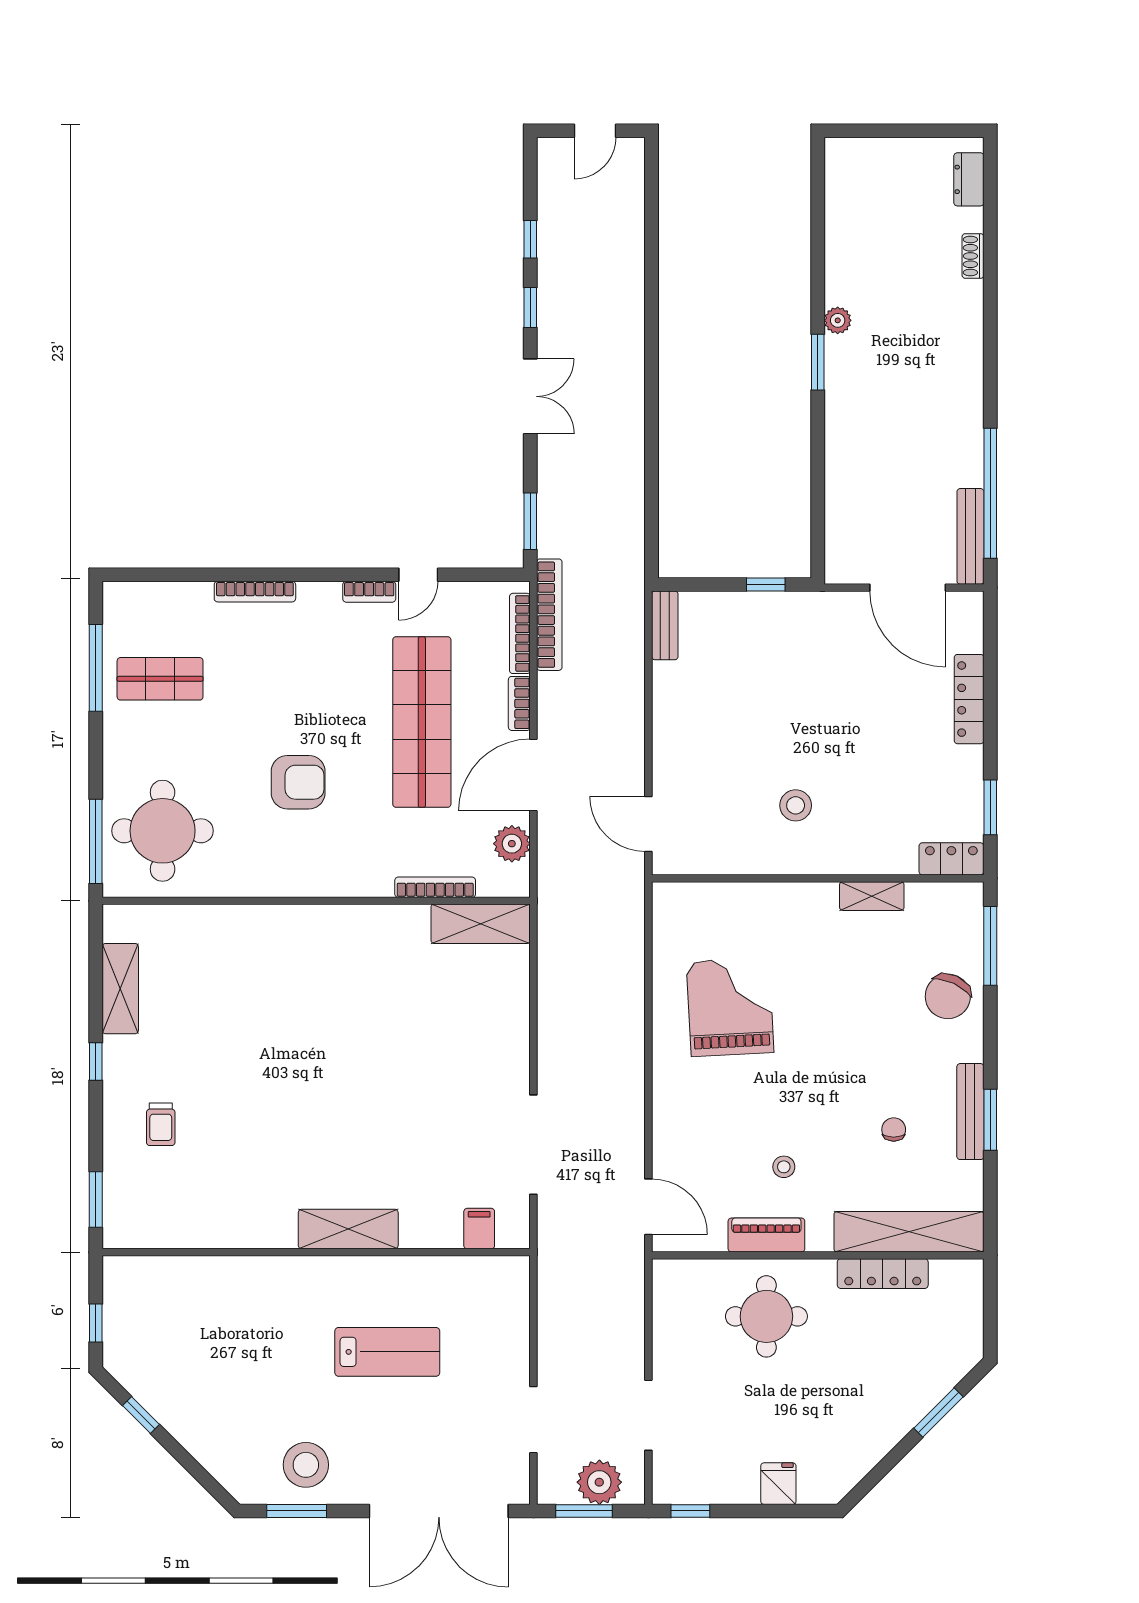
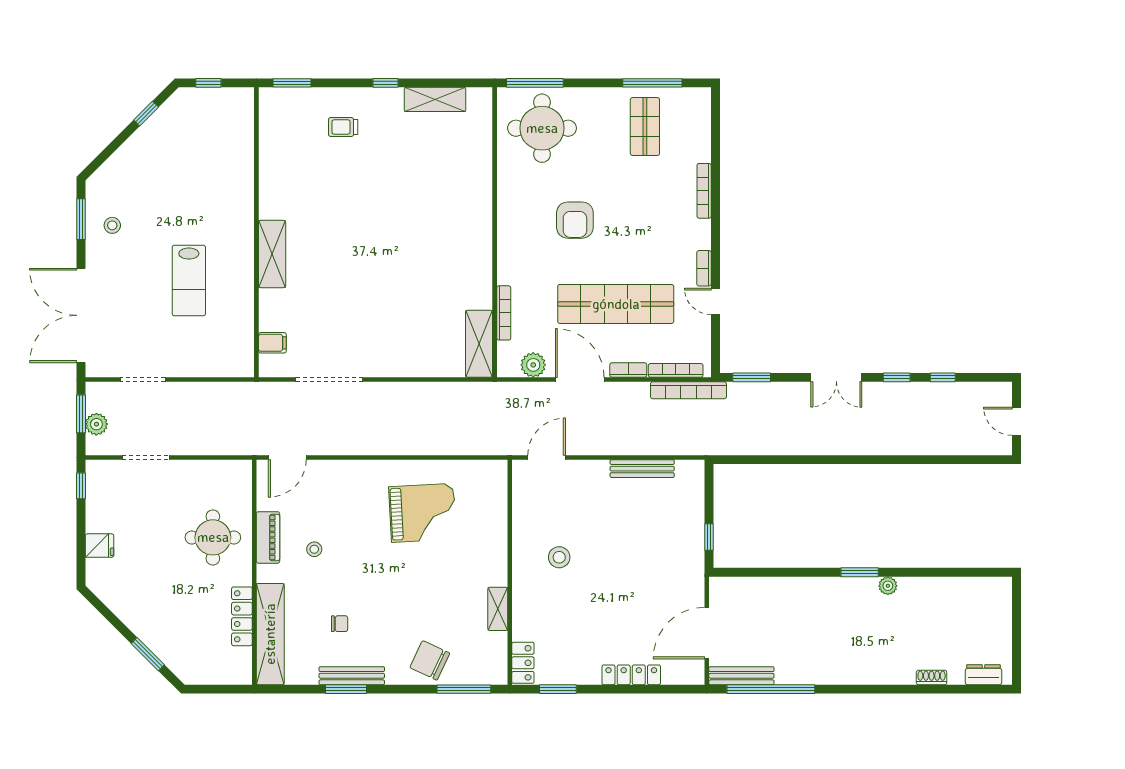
bench: (665, 625) -> (642, 469), moved, width x1.36
stool: (306, 1465) -> (112, 225), width x0.53, depth x0.53
plant: (599, 1482) -> (96, 424), width x0.73, depth x0.73

